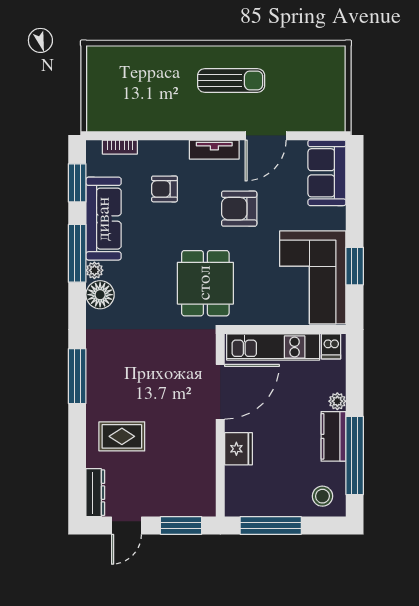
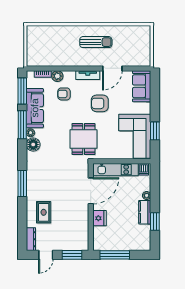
plant: (151, 152) -> (57, 76), added
window: (77, 183) -> (22, 91), width x1.44
rug: (122, 436) -> (44, 212), turned 90
window: (355, 456) -> (155, 221), width x0.47
stool: (322, 496) -> (140, 241), removed

